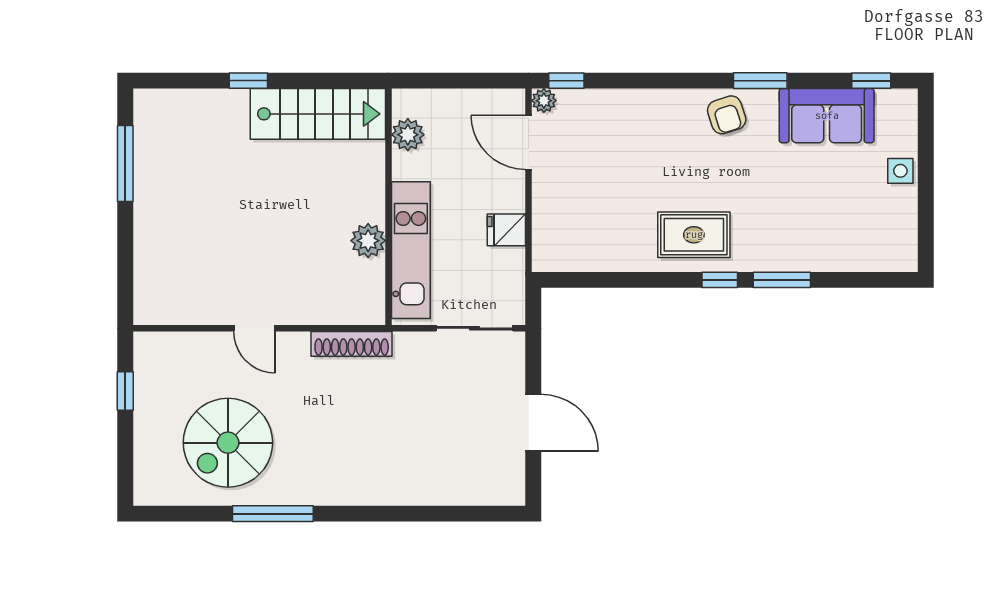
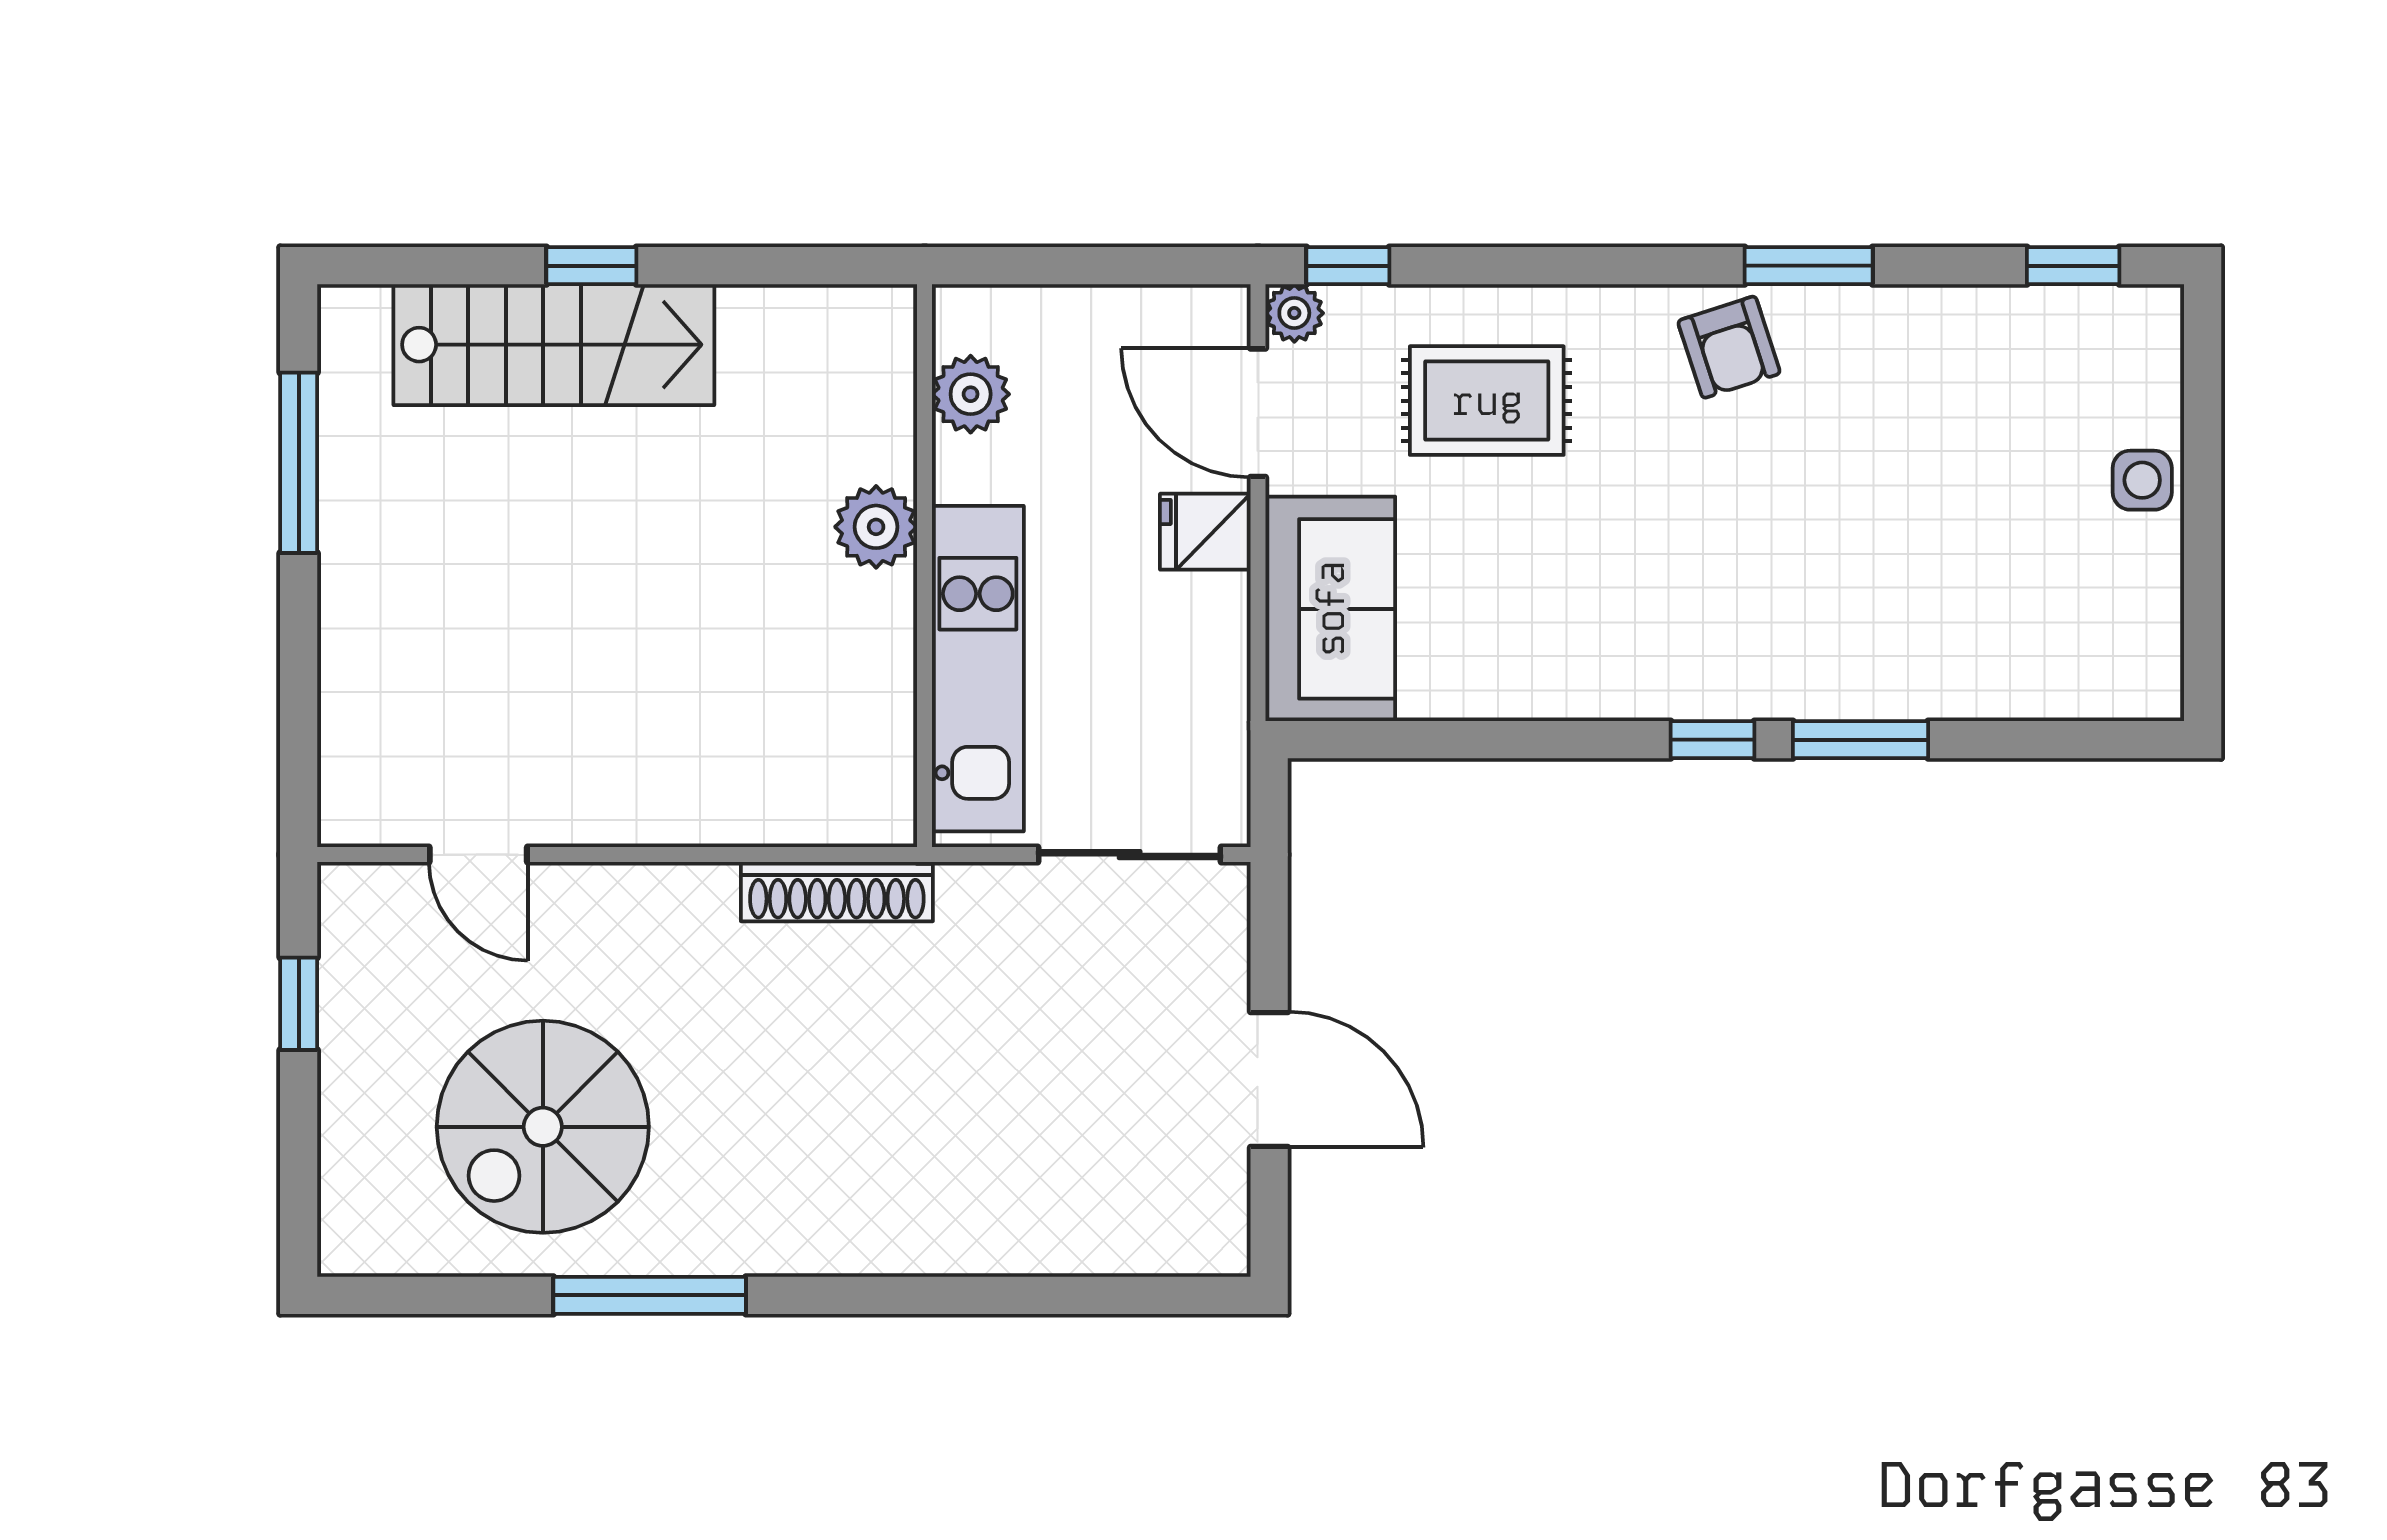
stairs: (318, 114) -> (554, 345), moved
sofa: (827, 116) -> (1330, 609), moved, turned -90
fridge: (506, 230) -> (1205, 532), moved
rug: (694, 235) -> (1487, 401), moved
plant: (368, 241) -> (876, 527), moved
door: (254, 328) -> (478, 855), moved

